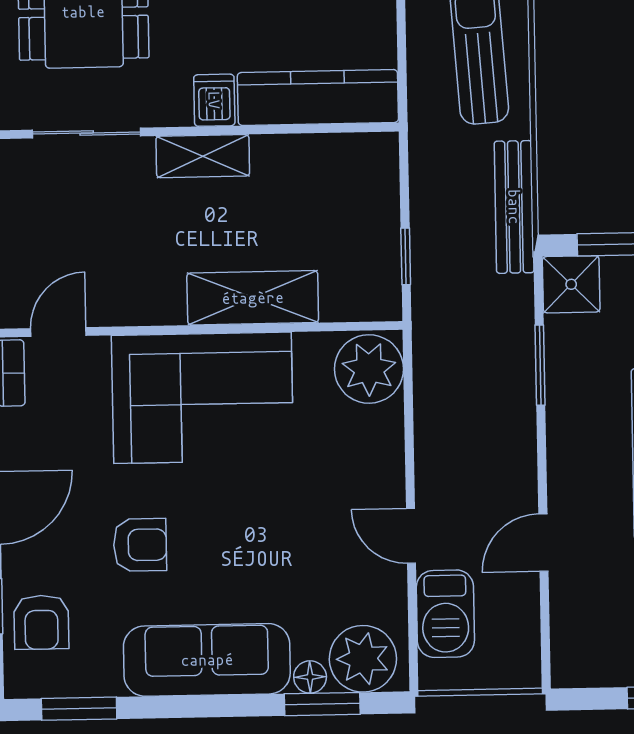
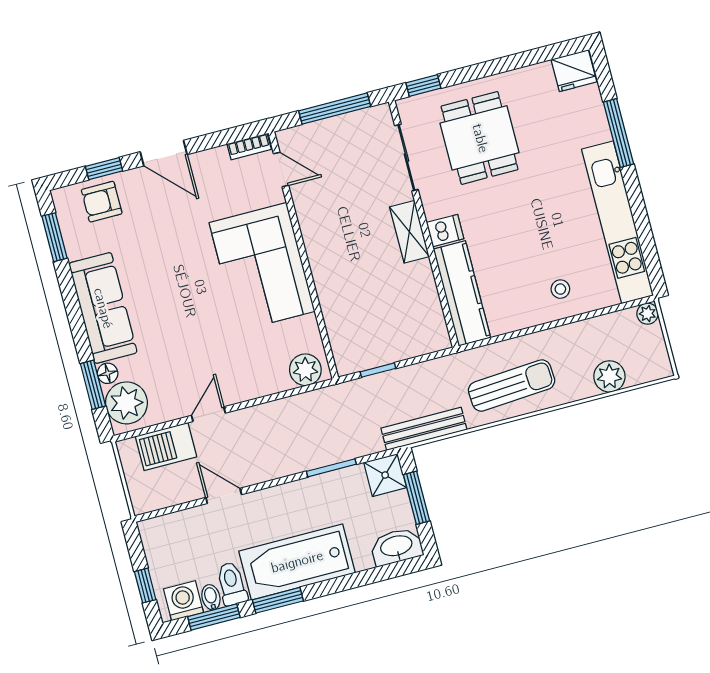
shelving: (253, 298) -> (330, 283), removed
plant: (369, 369) -> (305, 370), width x0.73, depth x0.73
armchair: (140, 545) -> (163, 250), removed

